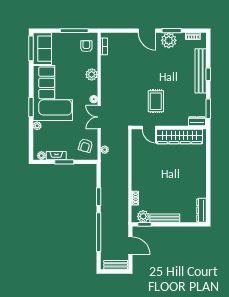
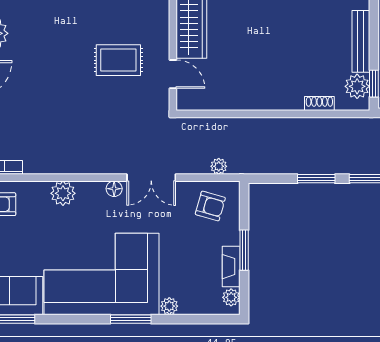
door: (149, 128) -> (173, 74), hinge flipped

